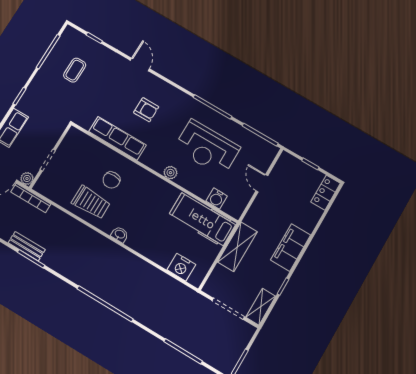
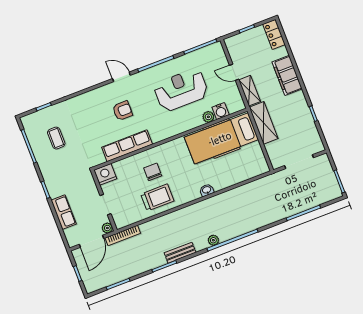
door: (140, 64) -> (121, 77), moved
reception desk: (207, 148) -> (181, 90), turned 180
plant: (170, 173) -> (208, 117), moved
chair: (111, 180) -> (153, 172), turned 180
hospital bed: (202, 219) -> (221, 138), width x1.37, depth x1.29
washbasin: (120, 234) -> (207, 190), moved
bench: (27, 246) -> (180, 253), moved
filing cabinet: (291, 247) -> (287, 75), moved
nightstand: (181, 267) -> (105, 174), moved, turned 180
plant: (91, 286) -> (213, 240), added
shelving: (261, 307) -> (250, 91), moved

